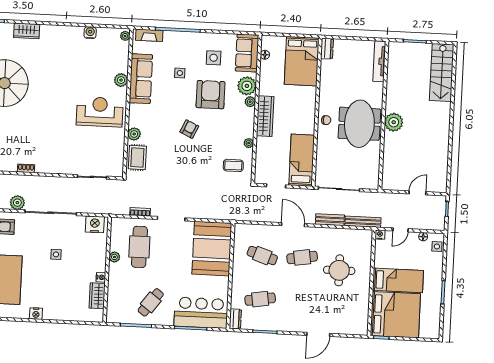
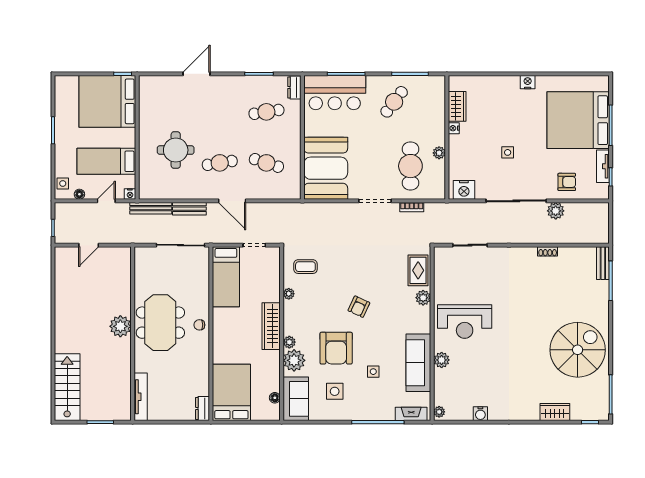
bed: (398, 280) -> (106, 161), moved

